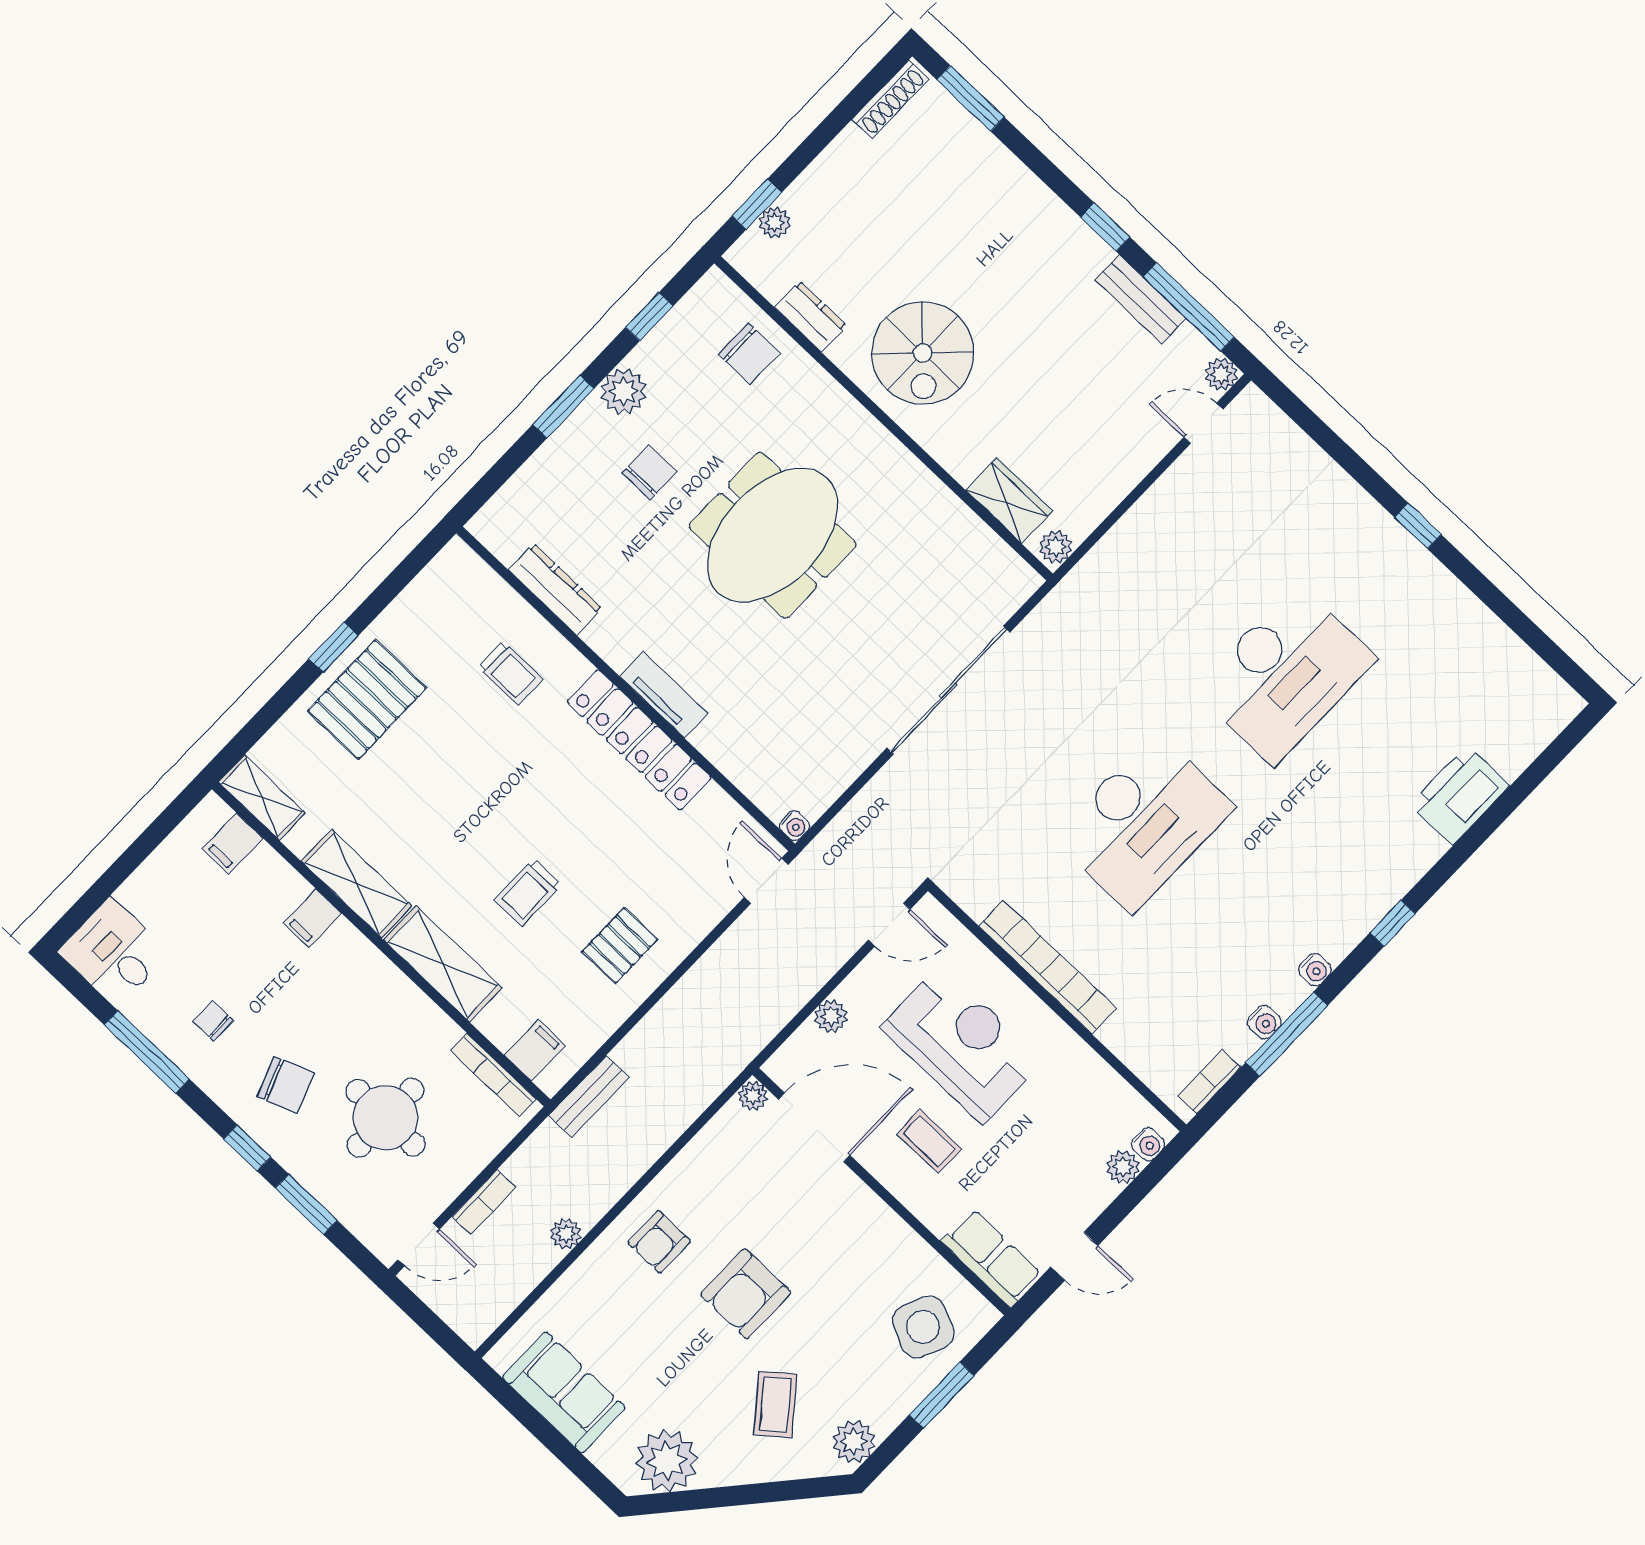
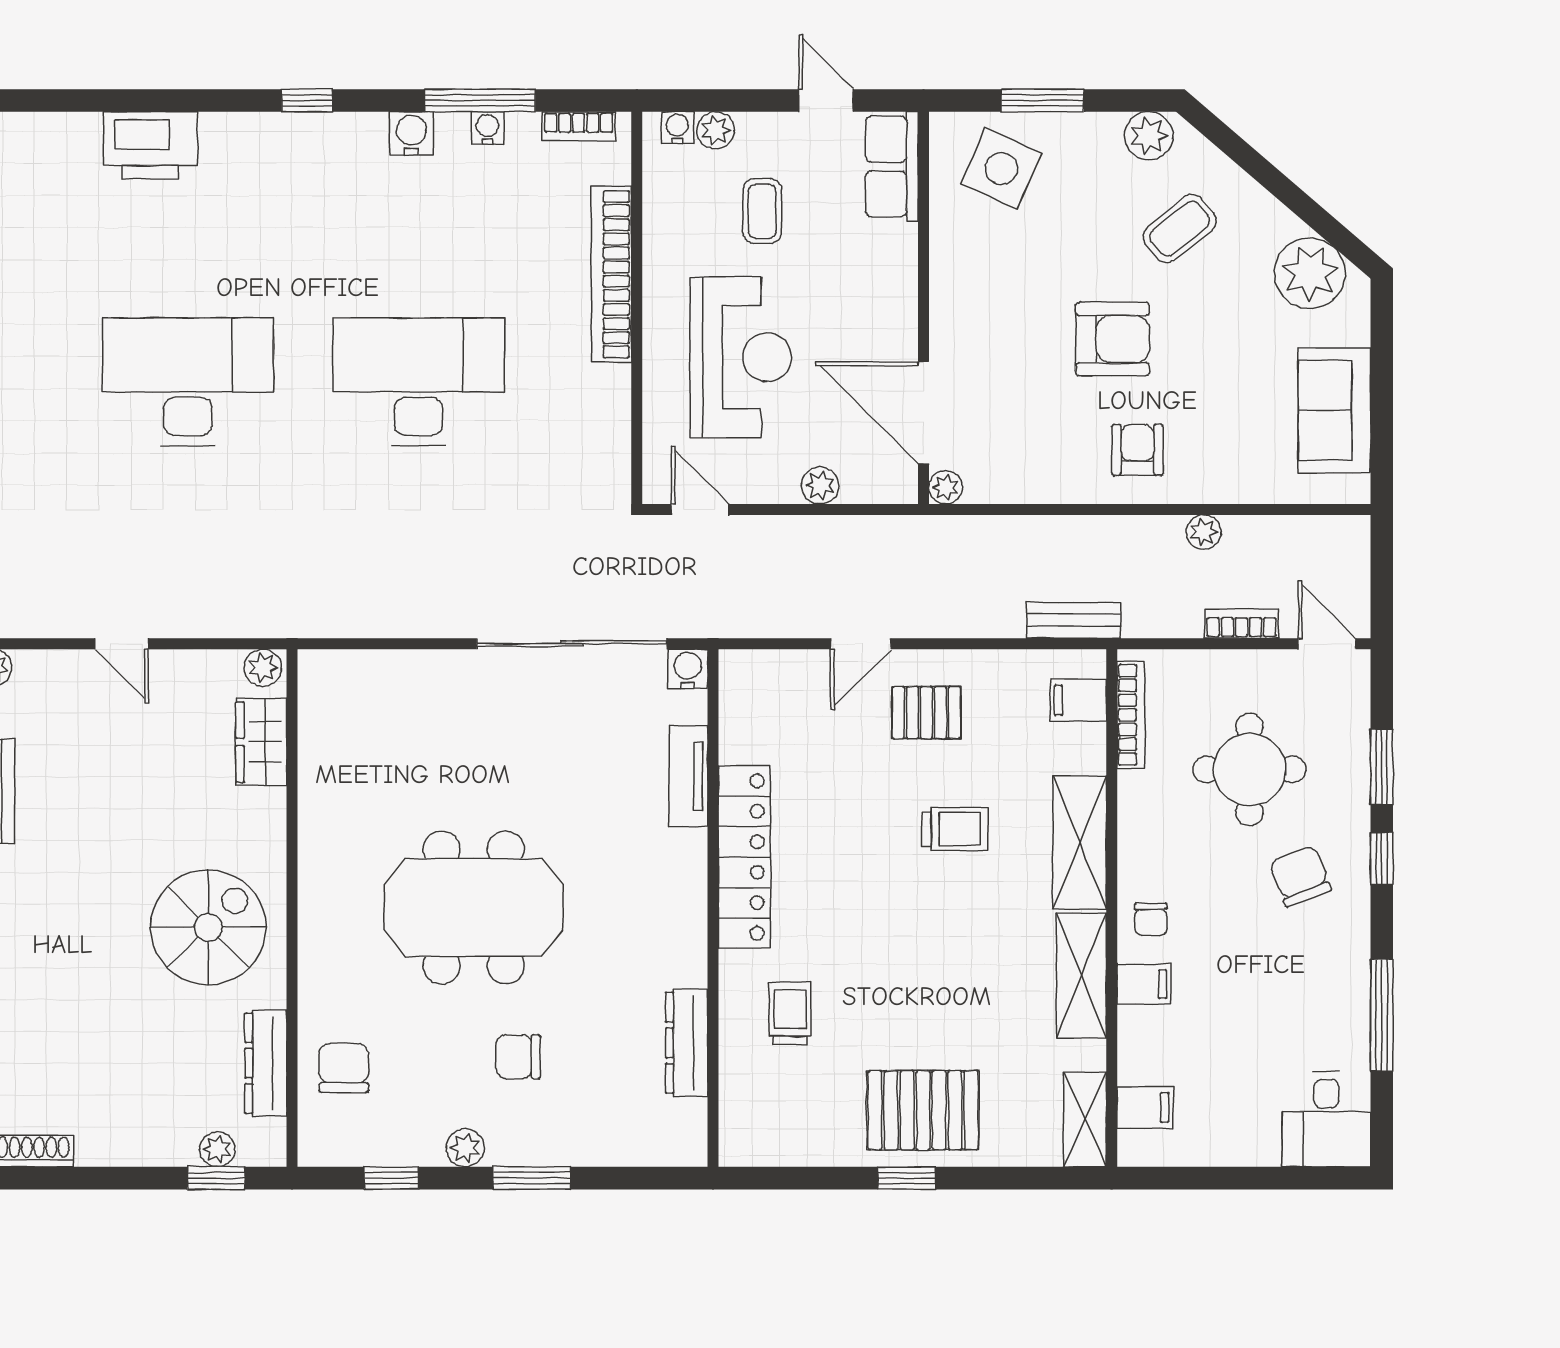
dresser: (811, 316) -> (266, 1063), width x1.44
plant: (624, 392) -> (465, 1148), width x0.73, depth x0.73
door: (1204, 423) -> (122, 644), moved
sliding door: (948, 690) -> (572, 644), moved
tv unit: (664, 695) -> (688, 776), moved
water cooler: (794, 826) -> (688, 669), width x1.38, depth x1.38
door: (766, 881) -> (861, 644), moved
bookcase: (1047, 967) -> (611, 274), moved
water cooler: (1315, 970) -> (411, 134), width x1.38, depth x1.38
chair: (213, 1021) -> (1151, 919), moved
reception desk: (962, 1044) -> (741, 357), turned 180
coffee table: (929, 1141) -> (762, 211), moved
armchair: (659, 1242) -> (1137, 450), turned -90

